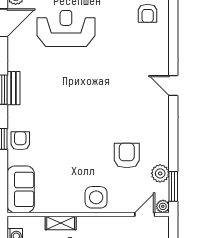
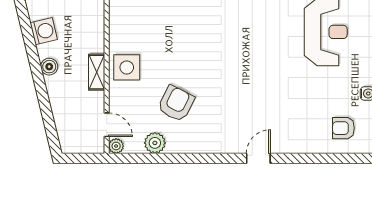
armchair: (127, 155) -> (176, 104), turned -63
window: (173, 186) -> (140, 158), removed
shelving: (61, 223) -> (97, 72), moved

